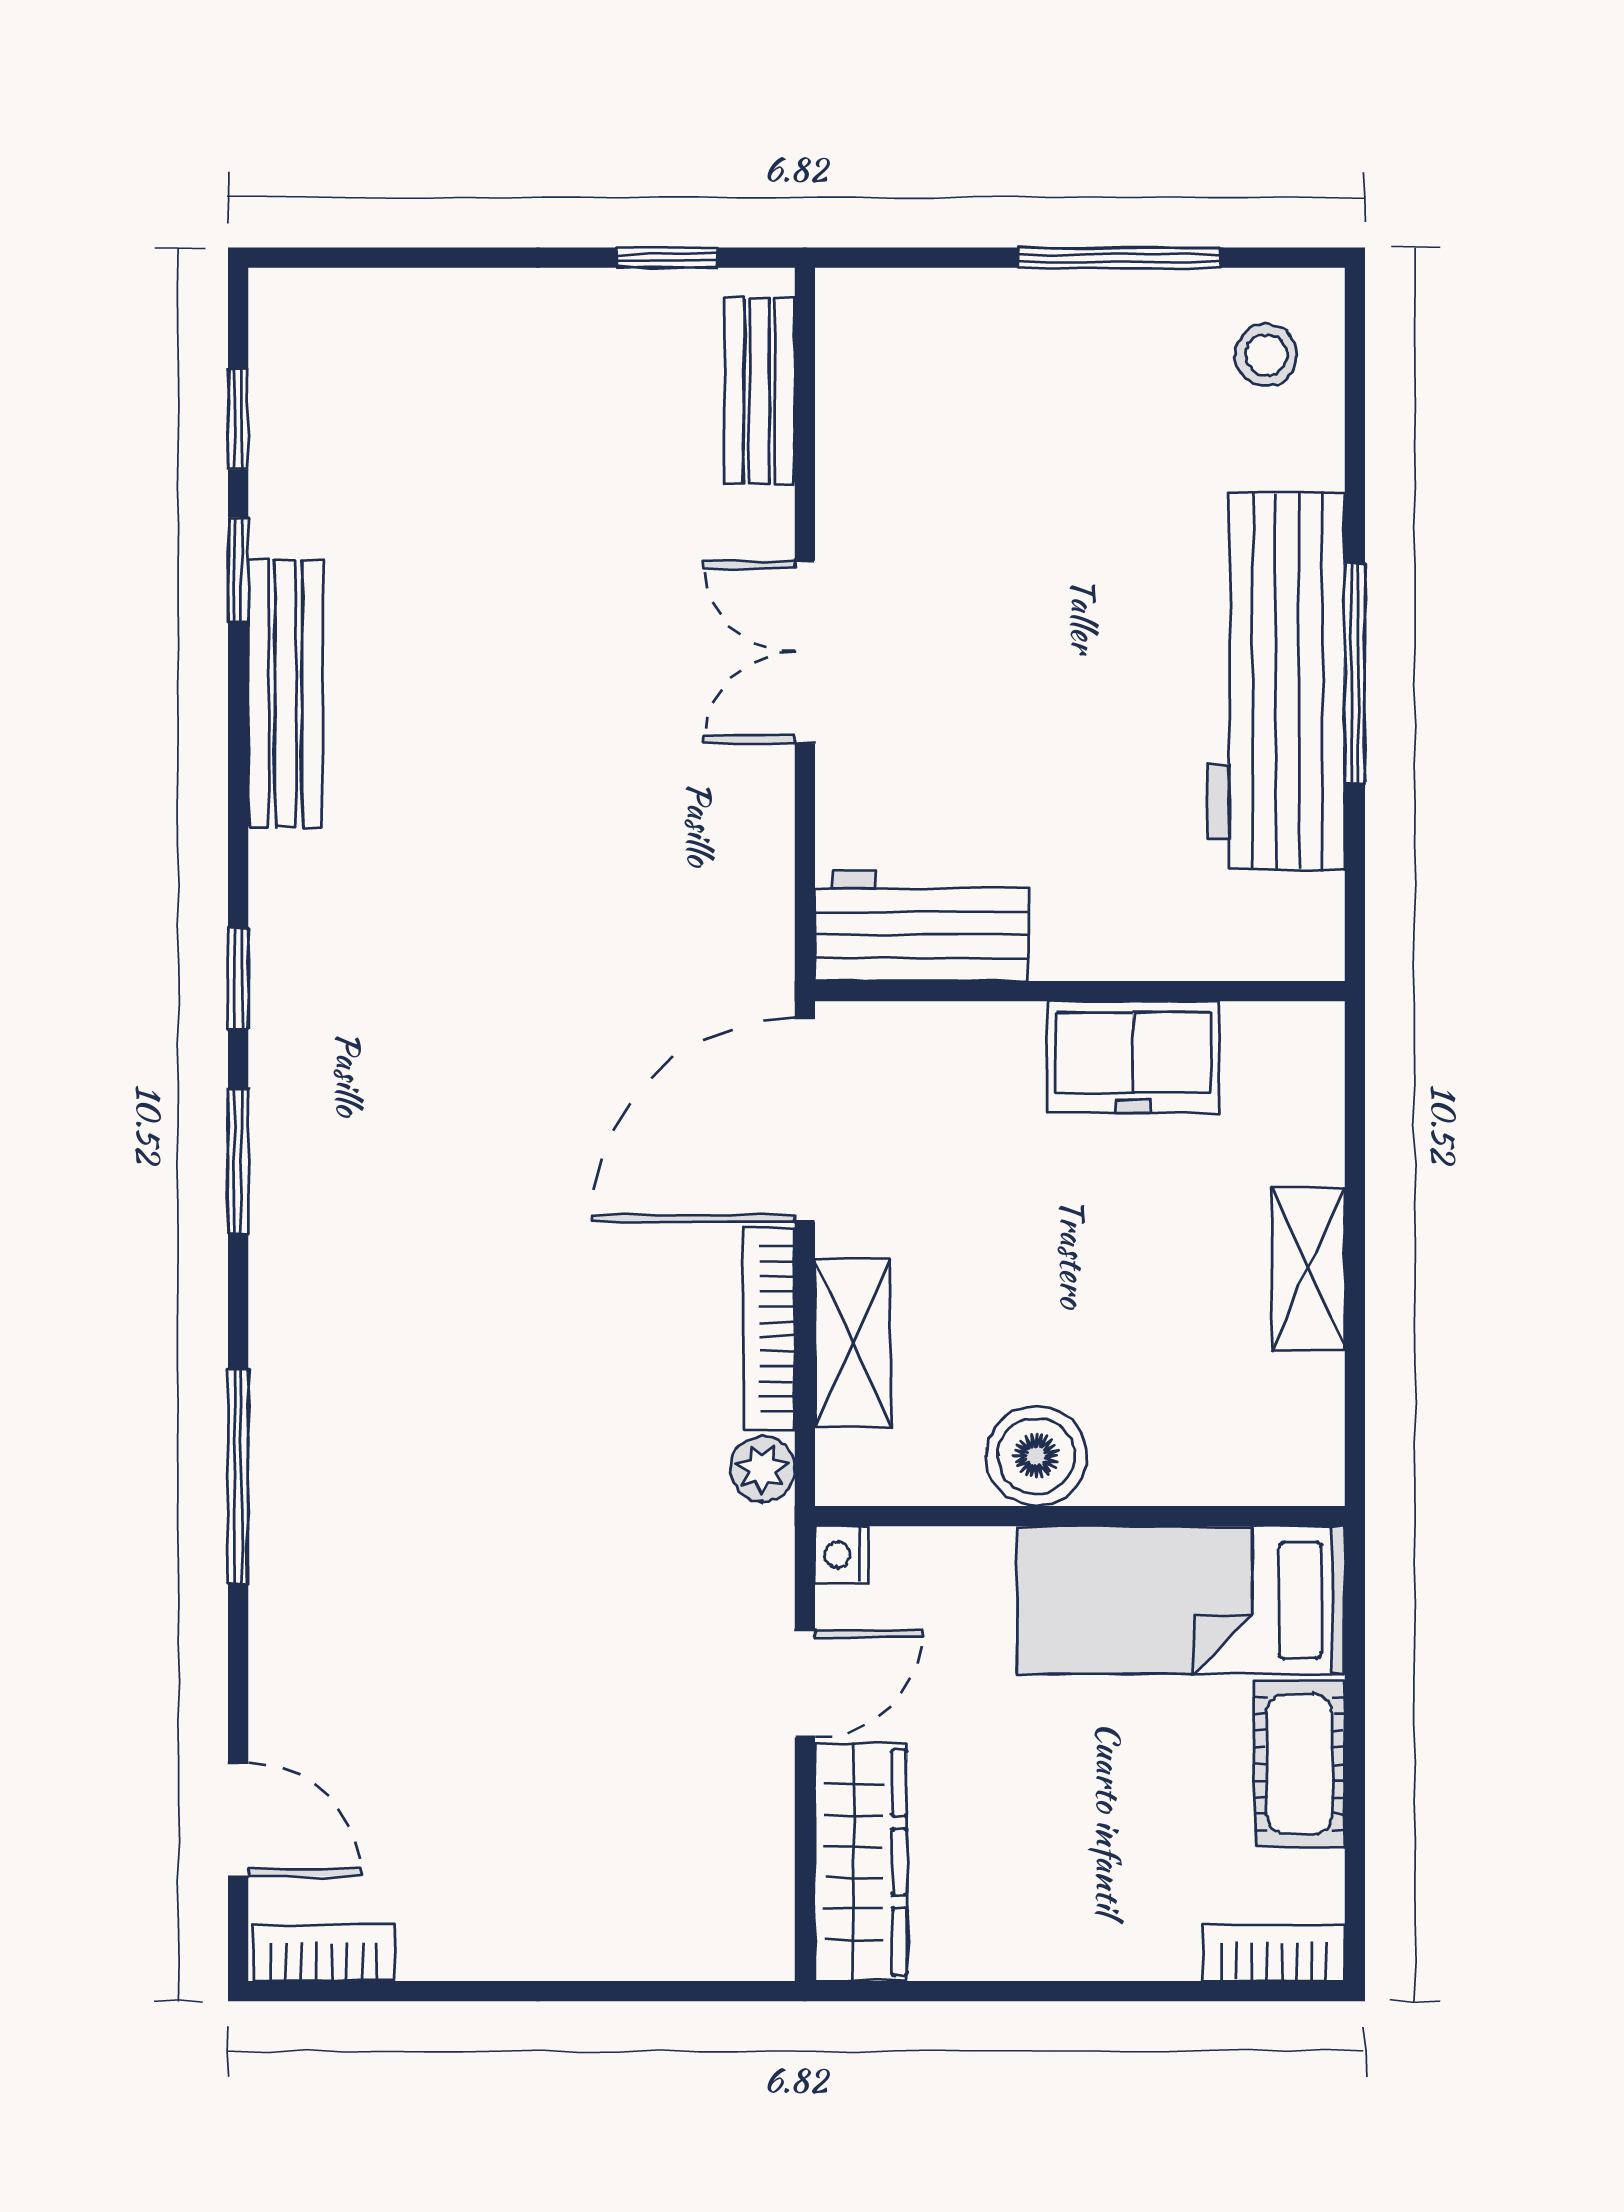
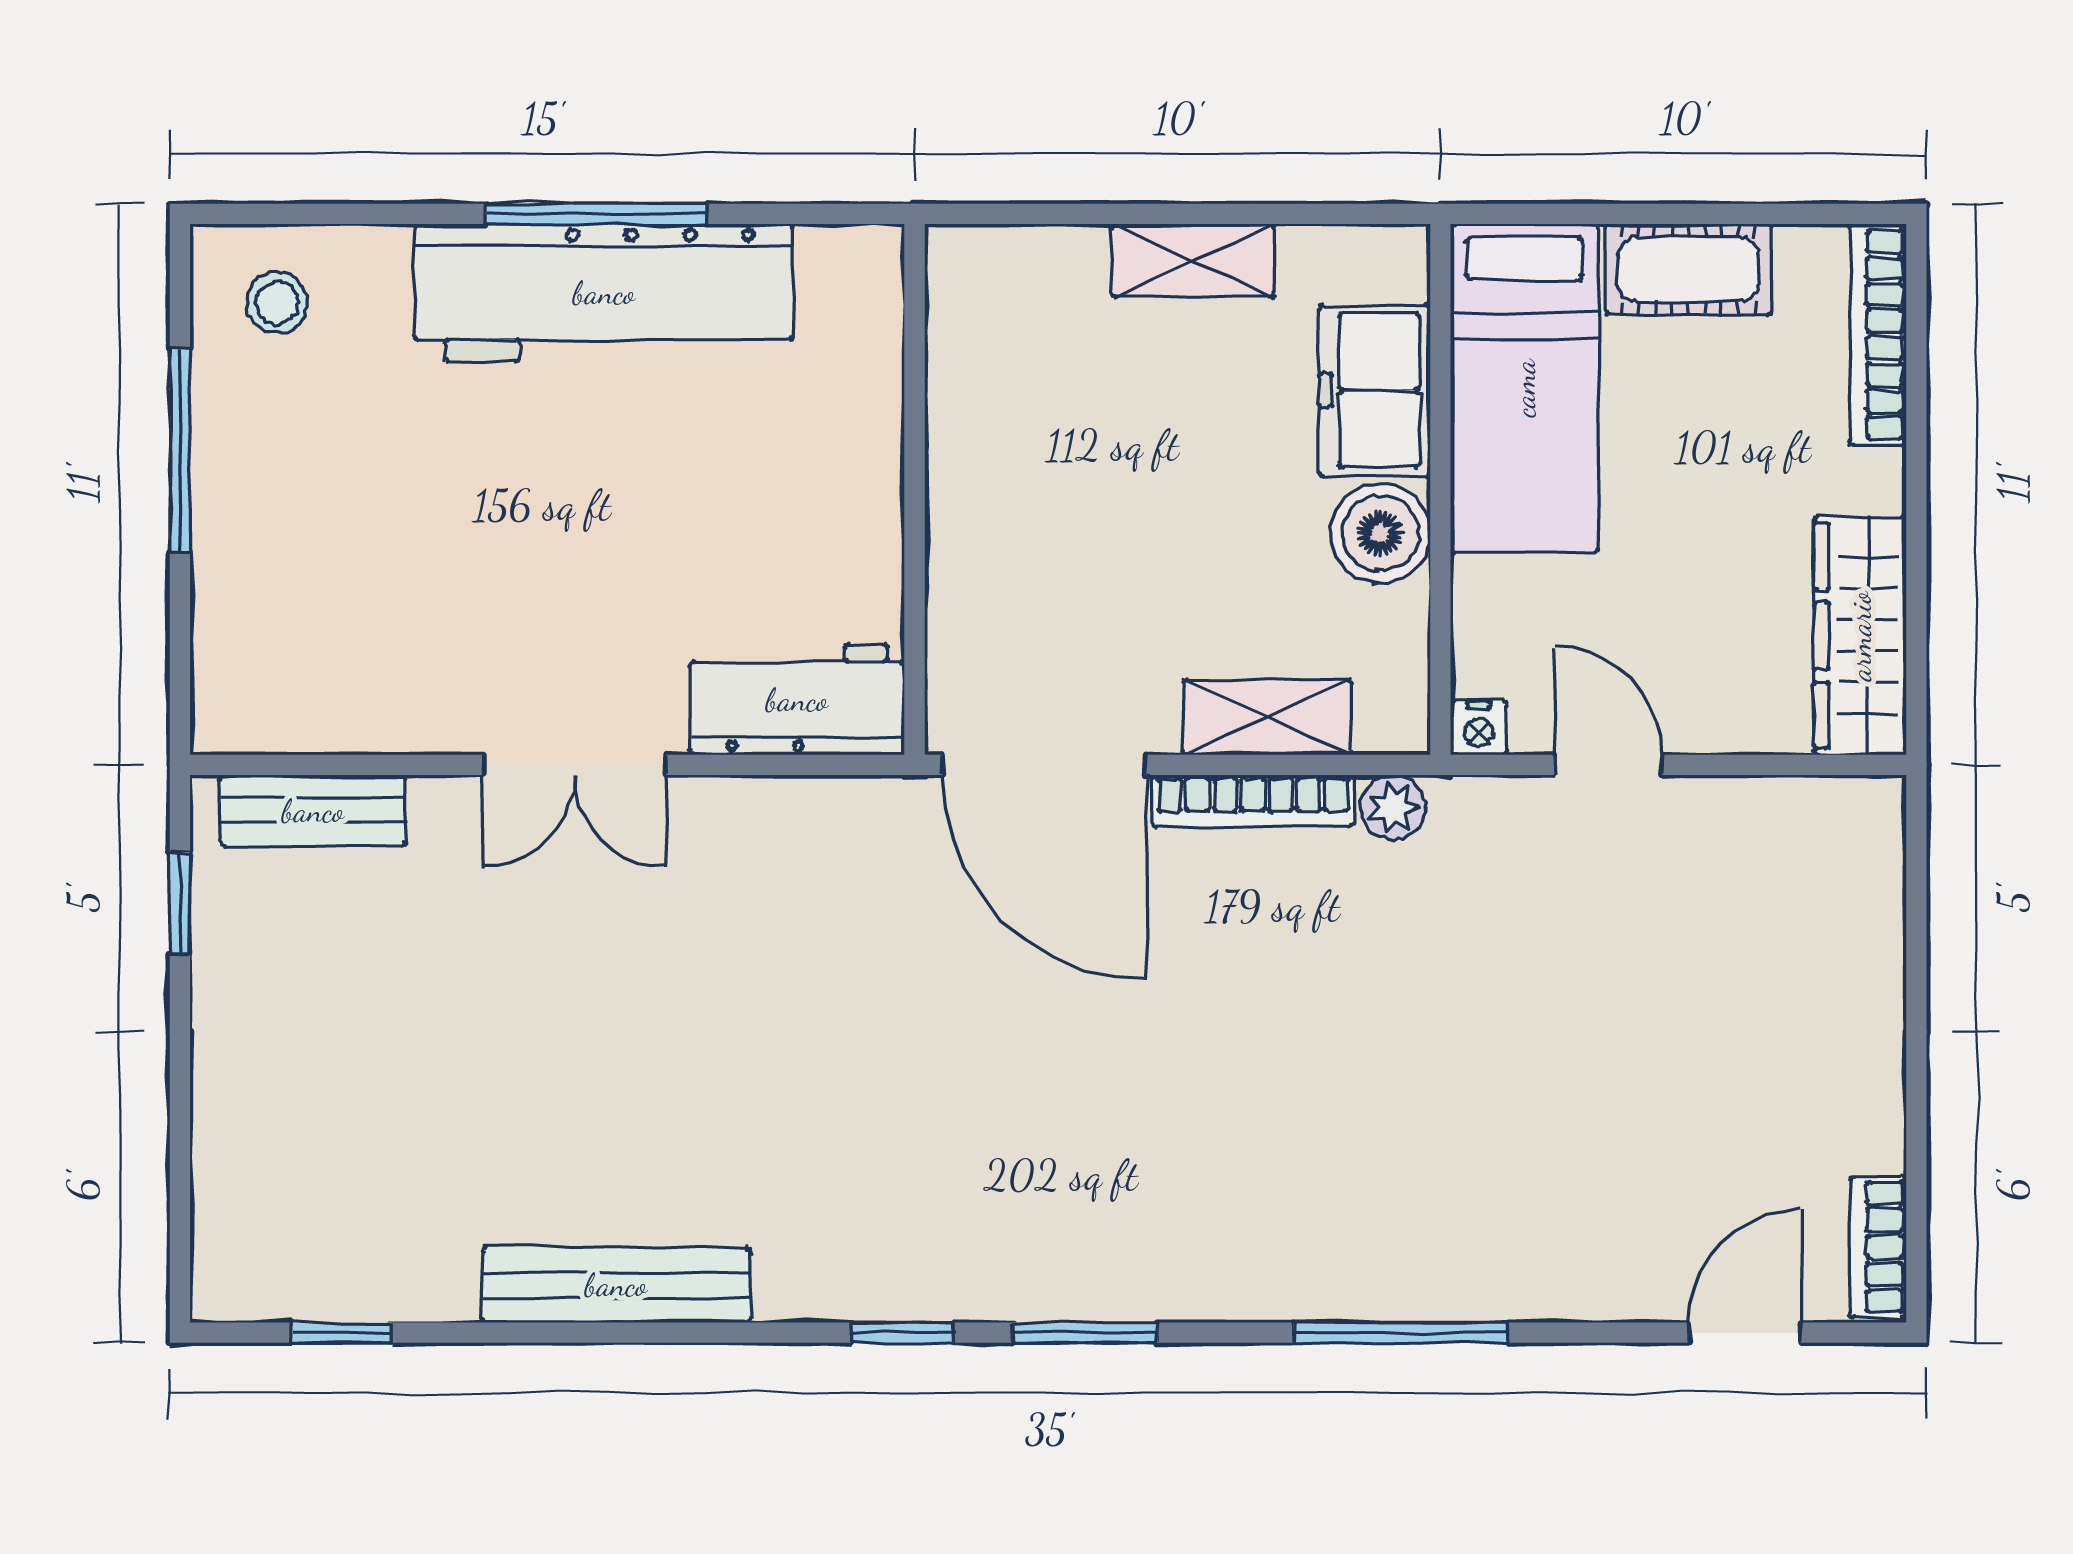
window: (238, 570) -> (492, 1333), removed
workbench: (922, 926) -> (797, 700), moved, turned 90
freezer: (1133, 1057) -> (1375, 390), moved, turned 180
wardrobe: (861, 1862) -> (1860, 636), moved, turned -90
bookcase: (1274, 1953) -> (1878, 335), width x1.56

